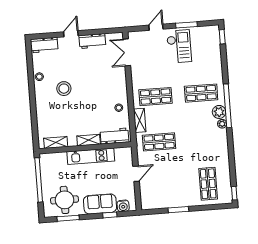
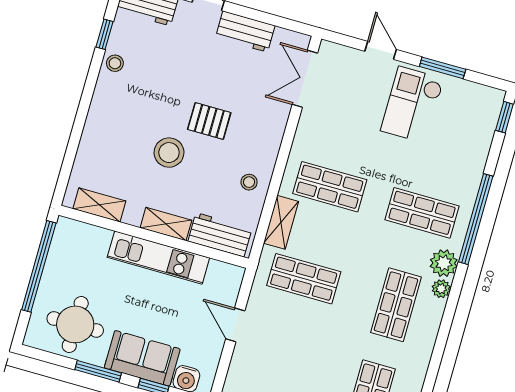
door: (156, 27) -> (381, 50), hinge flipped
checkout: (179, 46) -> (412, 105), turned 180
window: (30, 65) -> (104, 34), added
pallet: (91, 87) -> (209, 121), added
stool: (64, 89) -> (169, 153), moved
window: (228, 106) -> (476, 219), moved
shop shelf: (205, 138) -> (396, 305), added
door: (136, 174) -> (235, 325), swing flipped
window: (68, 218) -> (98, 371), moved

